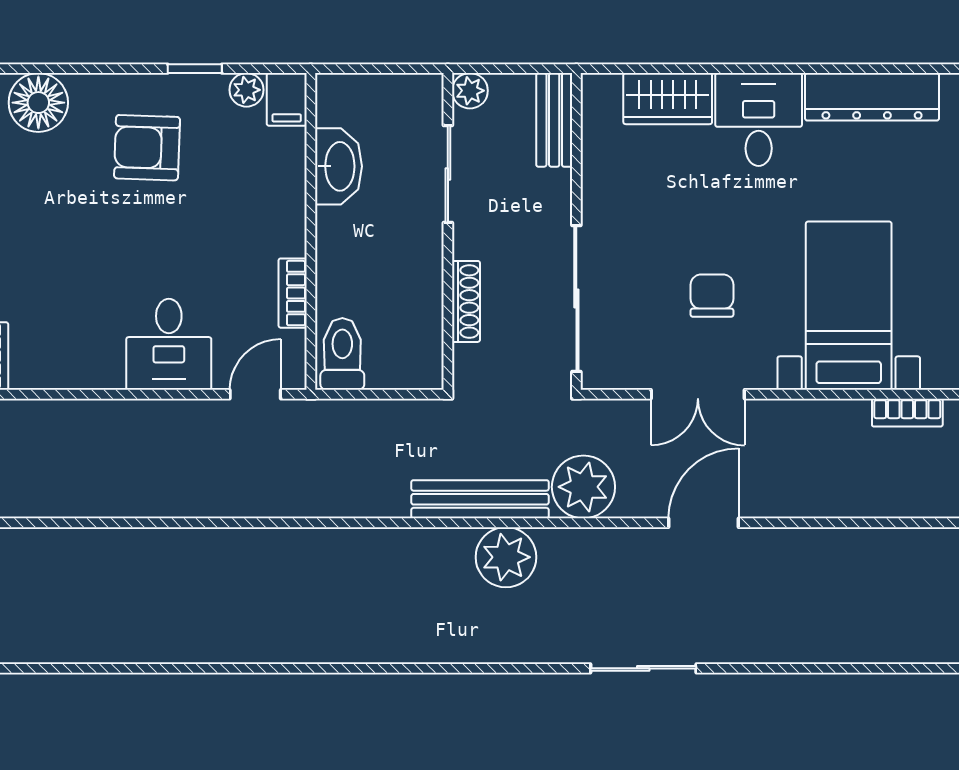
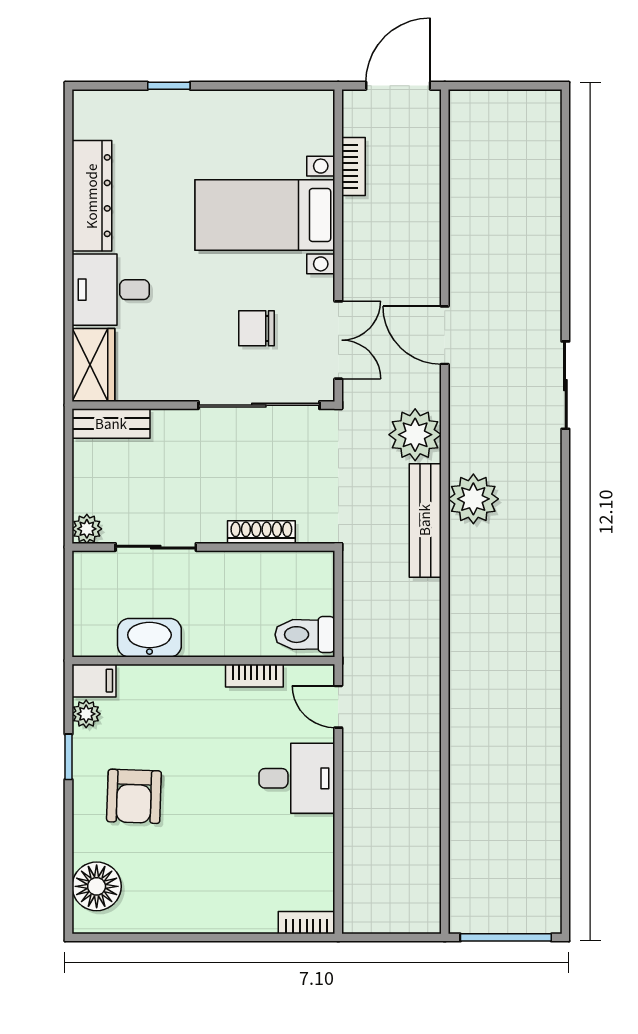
bench: (554, 120) -> (111, 424), moved
wall: (576, 231) -> (203, 405), moved
sliding door: (576, 299) -> (259, 405), moved

